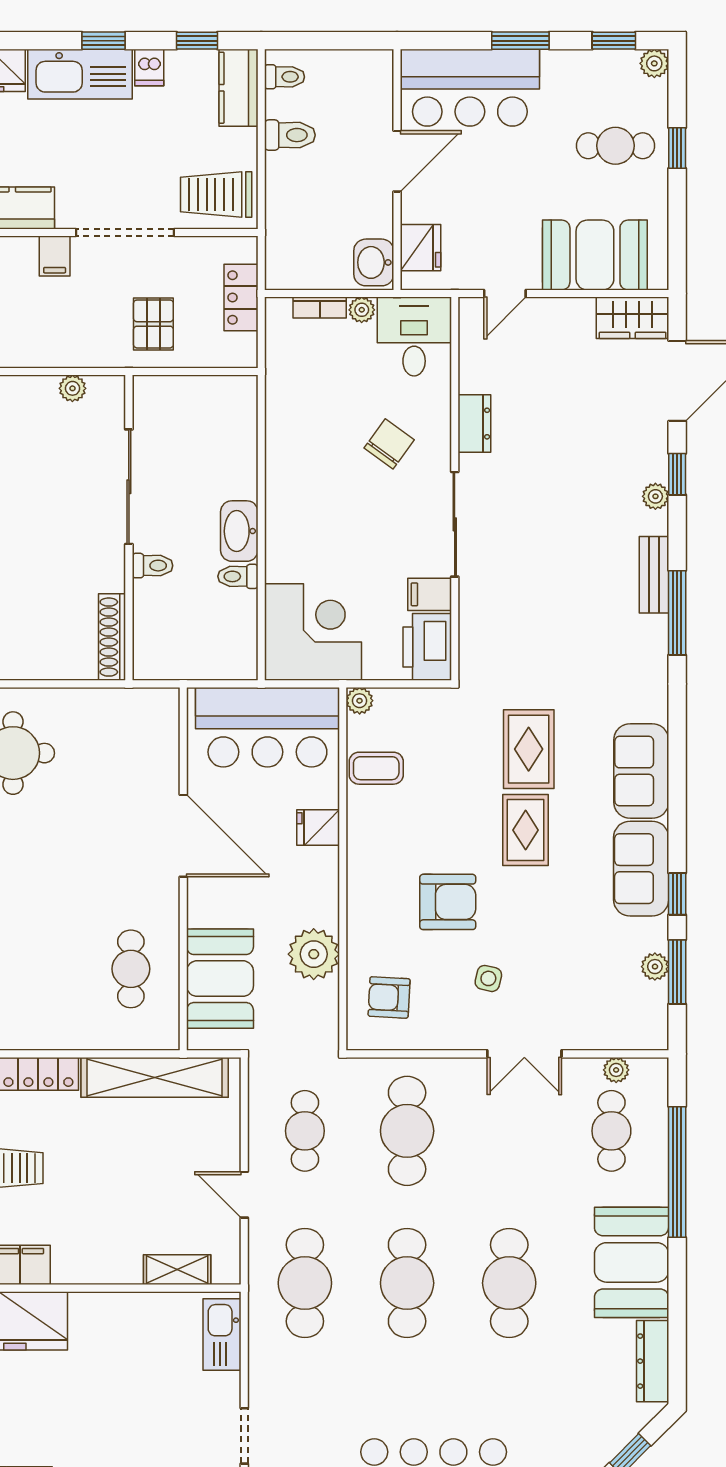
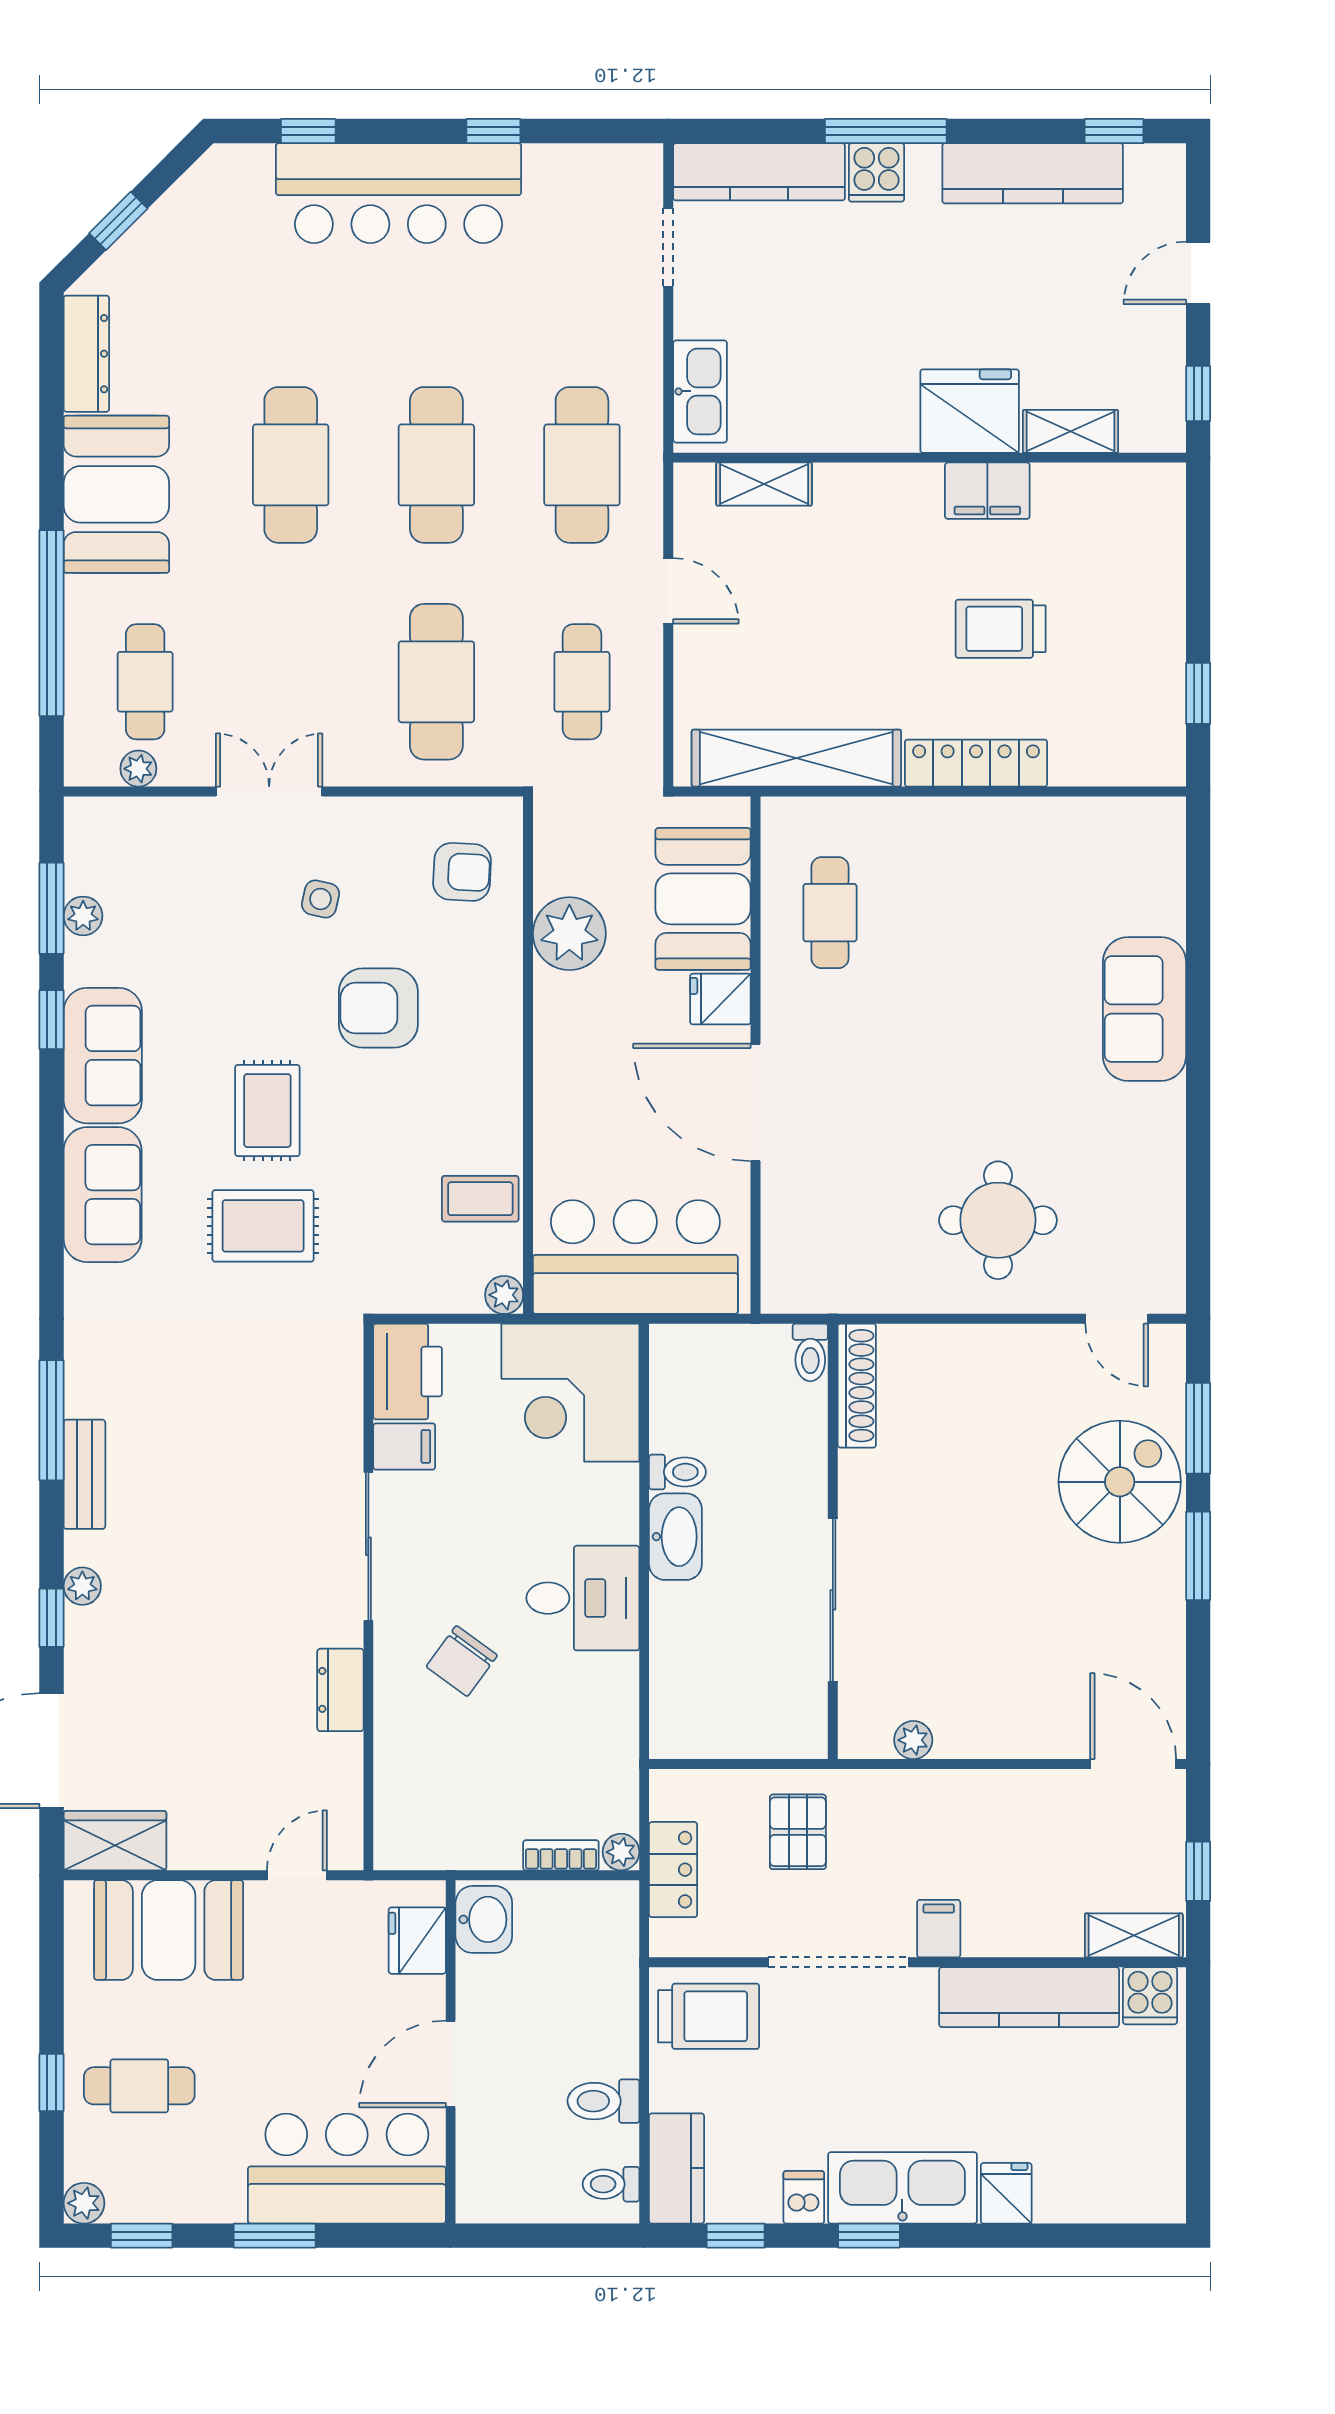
plant: (362, 310) -> (621, 1852), moved
desk: (414, 337) -> (583, 1598), moved, turned -90
toilet: (152, 566) -> (810, 1352), moved, turned -90
rug: (529, 749) -> (263, 1226), turned 90
fridge: (318, 828) -> (720, 999), moved, turned 180

